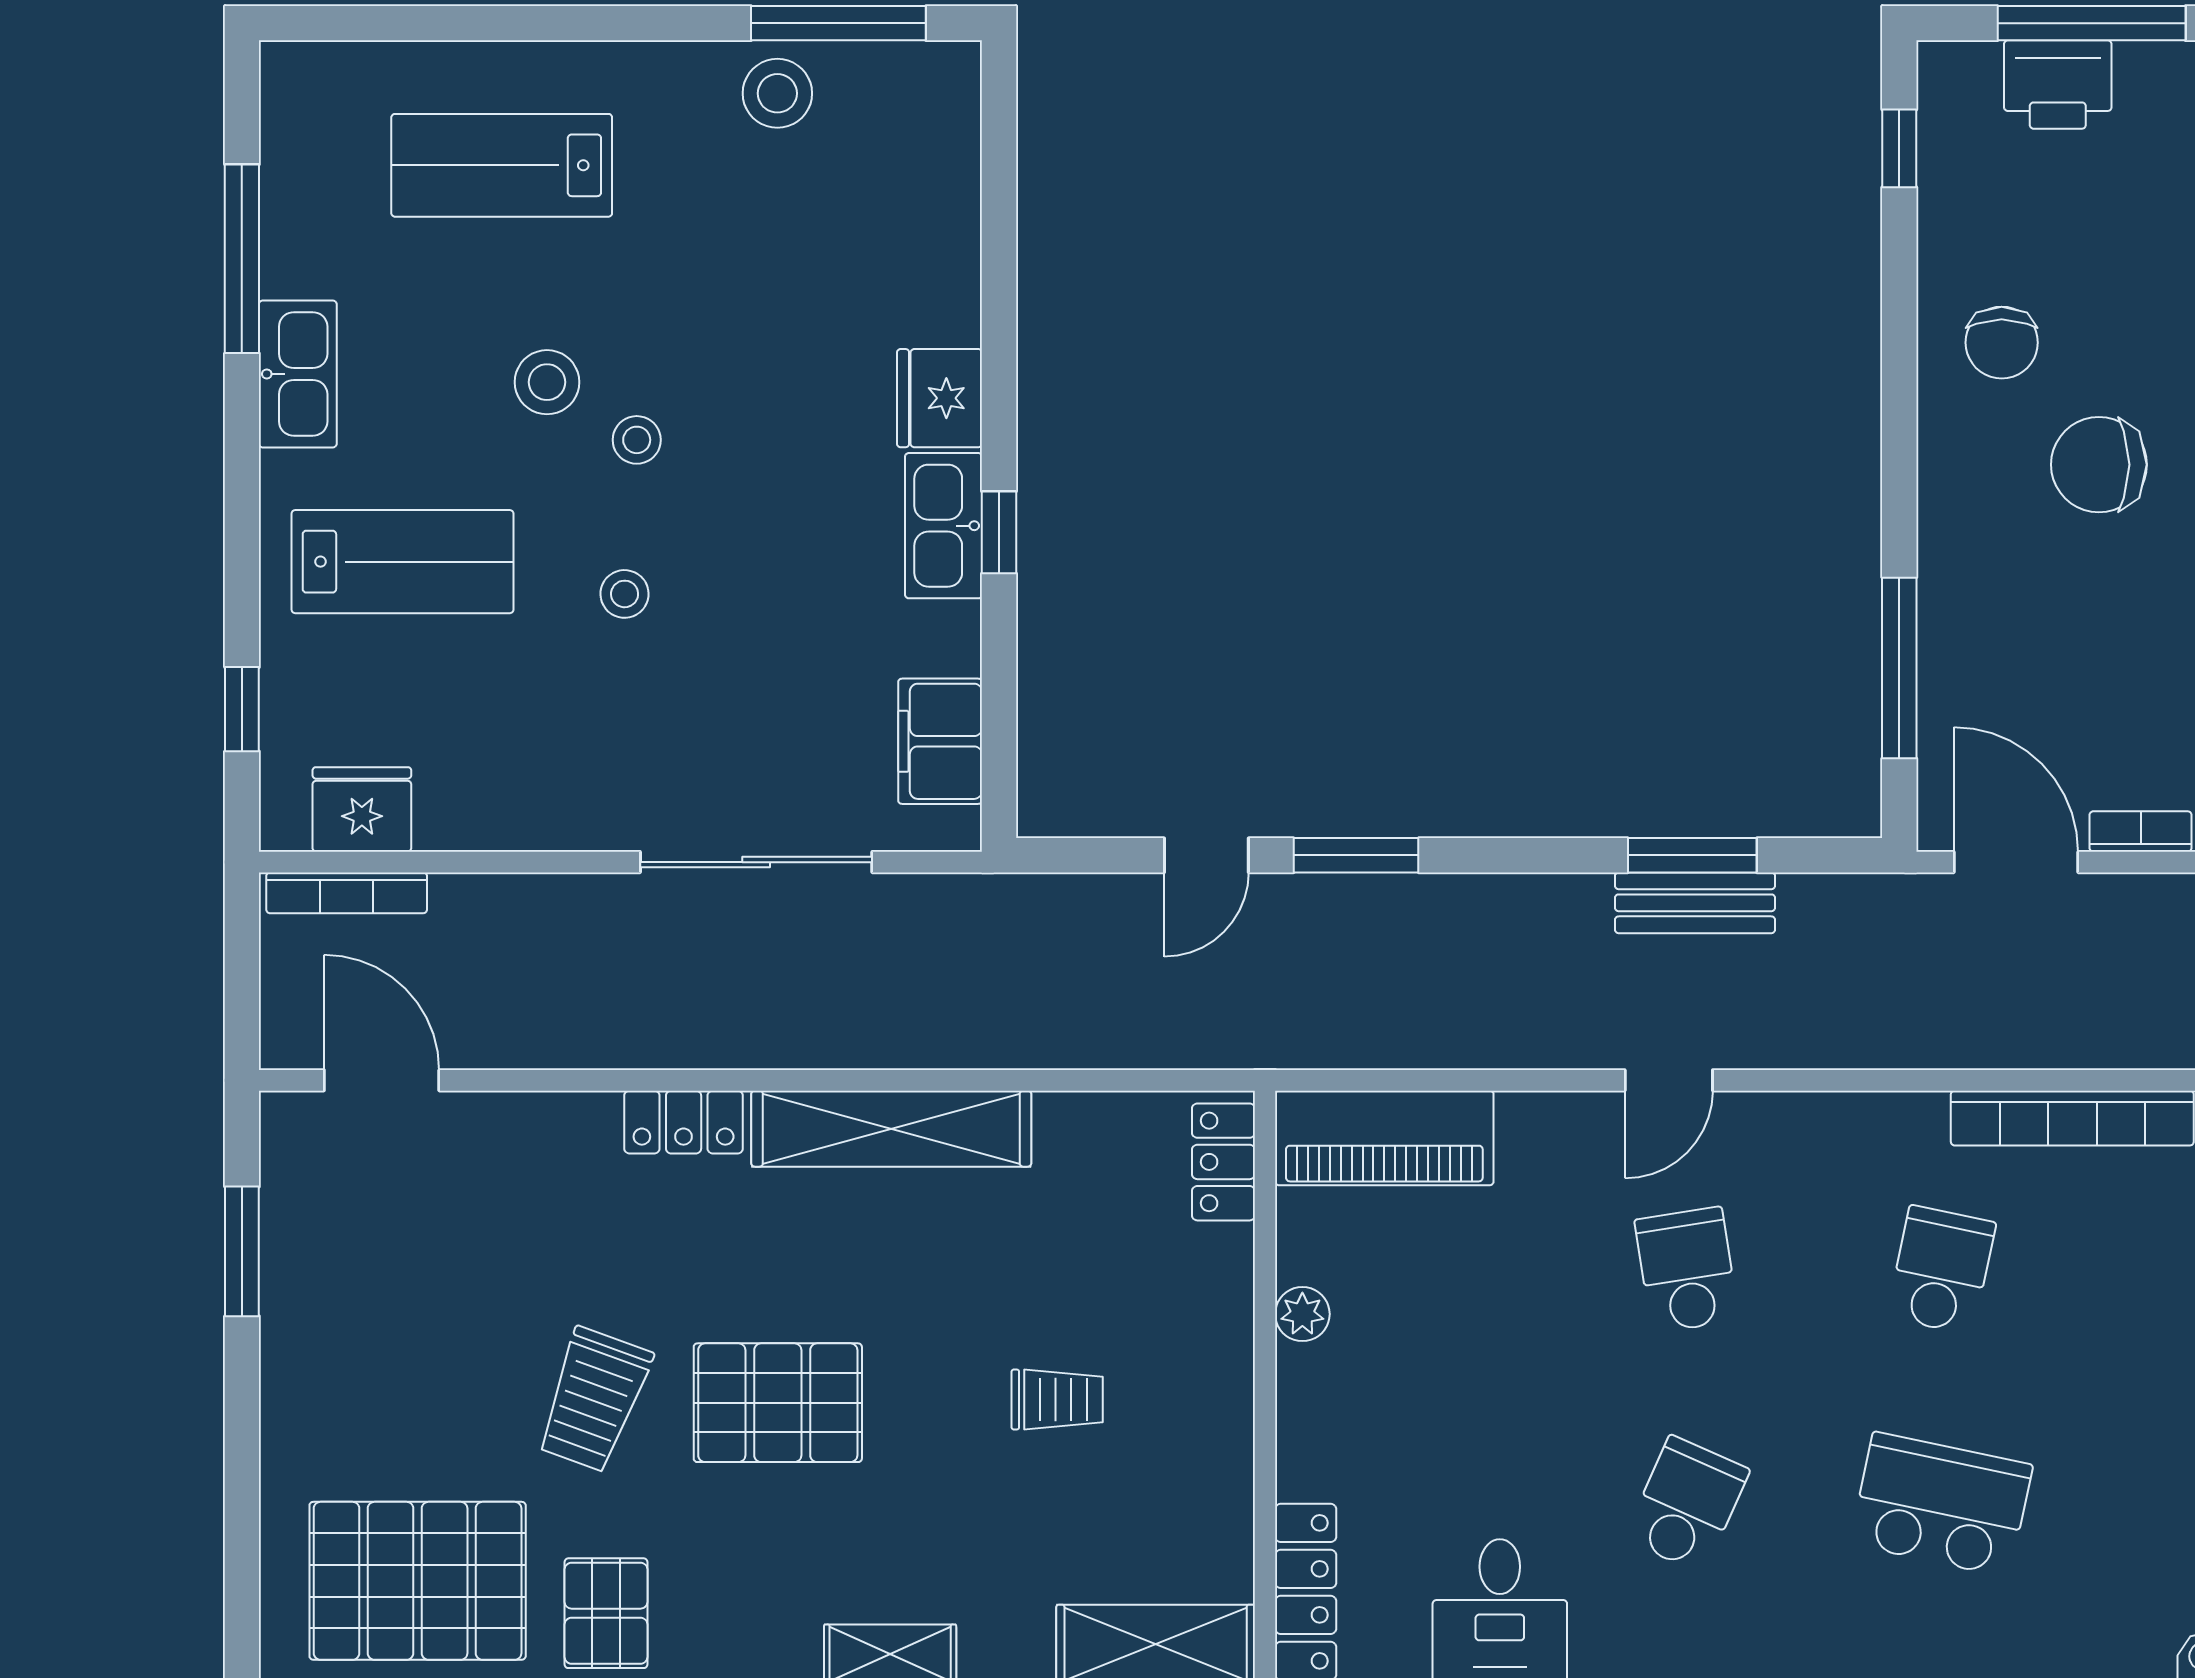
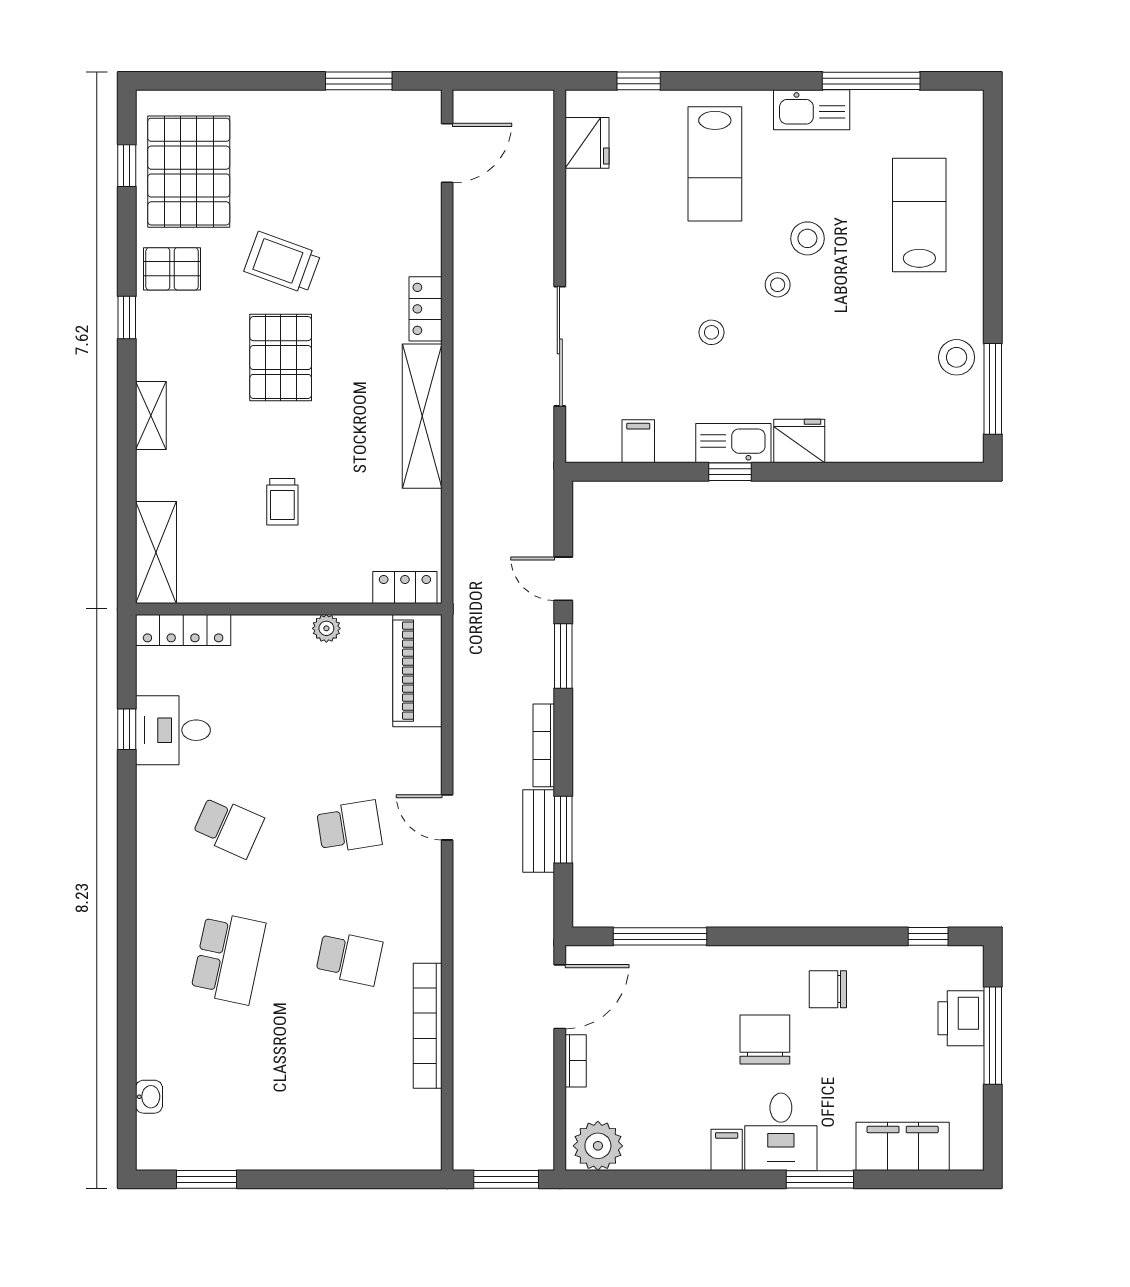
stool: (625, 594) -> (712, 332), moved
filing cabinet: (940, 741) -> (638, 441), width x0.50
bookcase: (347, 893) -> (544, 745), moved

